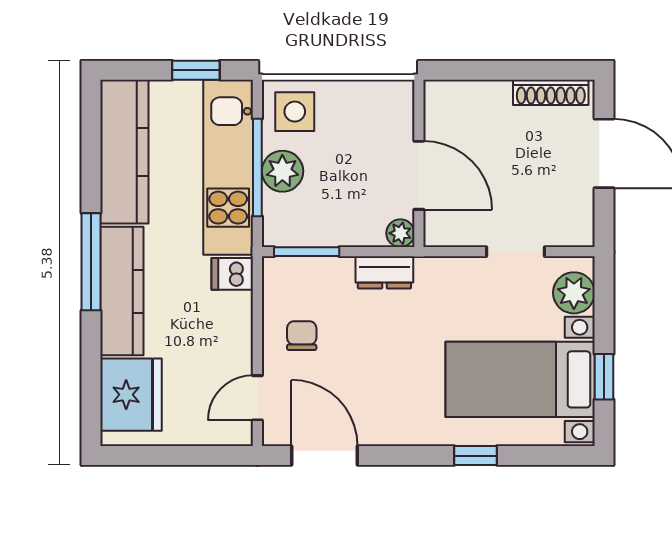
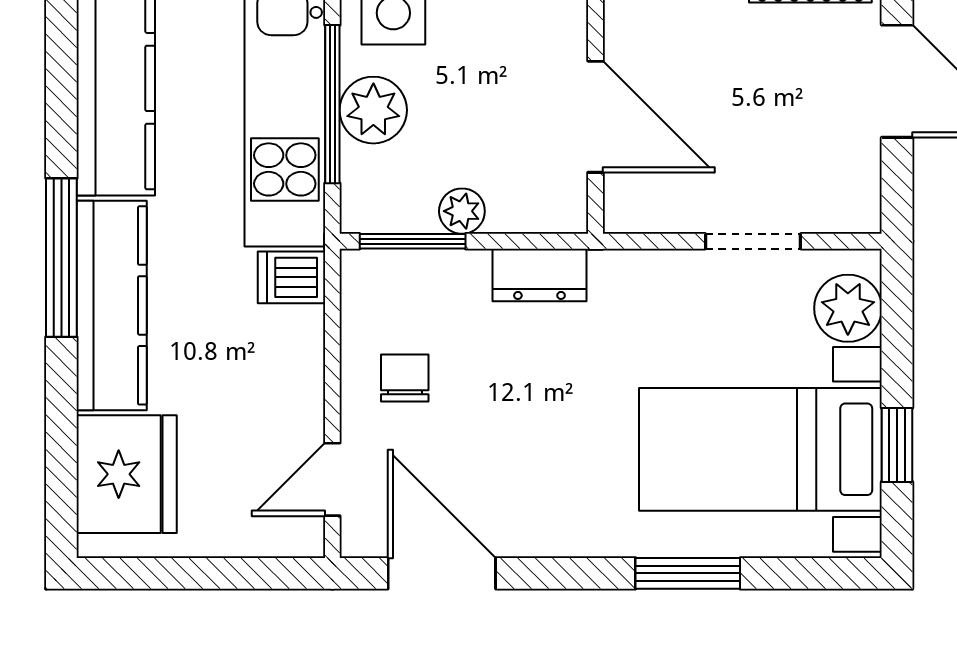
plant: (400, 233) -> (462, 211), moved
window: (476, 456) -> (688, 573), width x1.50

